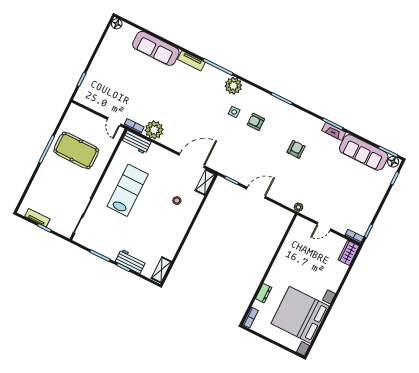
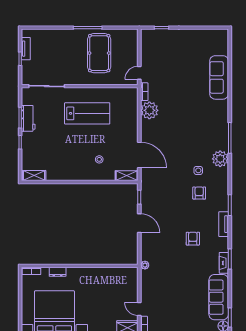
floor lamp: (117, 24) -> (223, 34), removed
tv unit: (191, 61) -> (224, 224), moved
workbench: (136, 142) -> (131, 100), removed
armchair: (296, 149) -> (193, 239), turned -90
door: (324, 226) -> (139, 309), moved
workbench: (131, 261) -> (28, 118), moved

